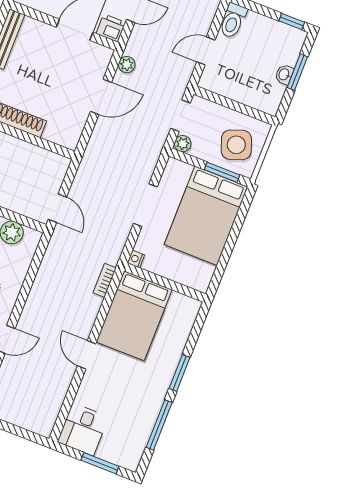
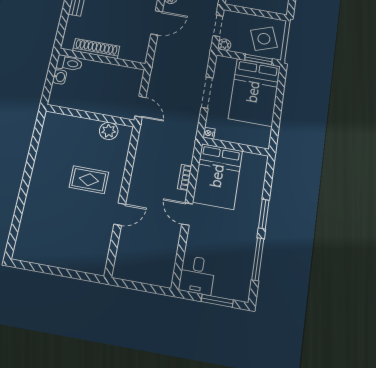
bookcase: (105, 280) -> (185, 177), moved

